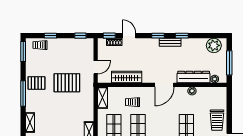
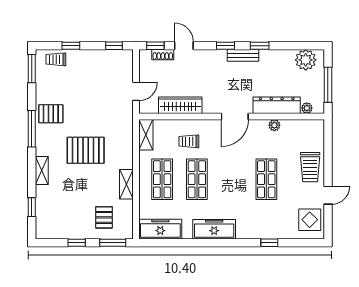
pallet: (67, 83) -> (86, 150), moved

